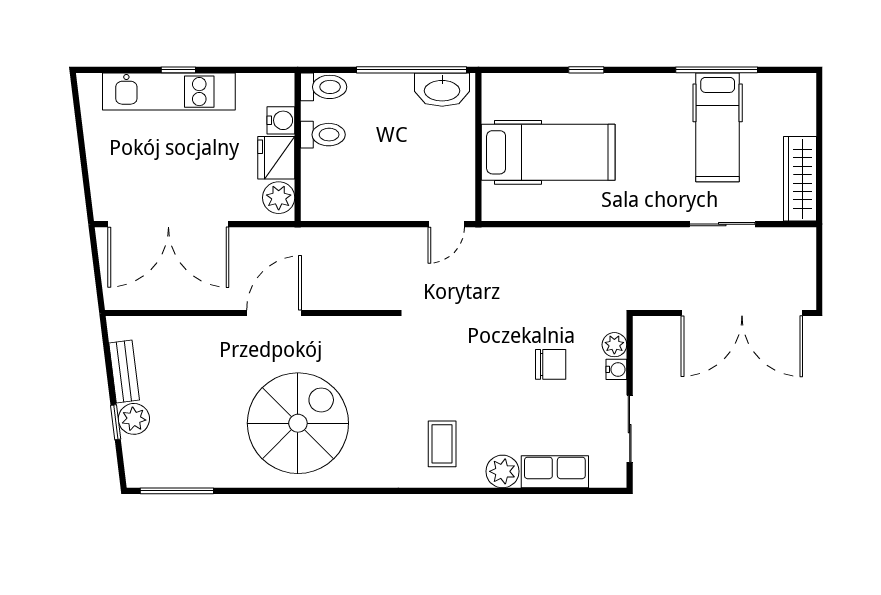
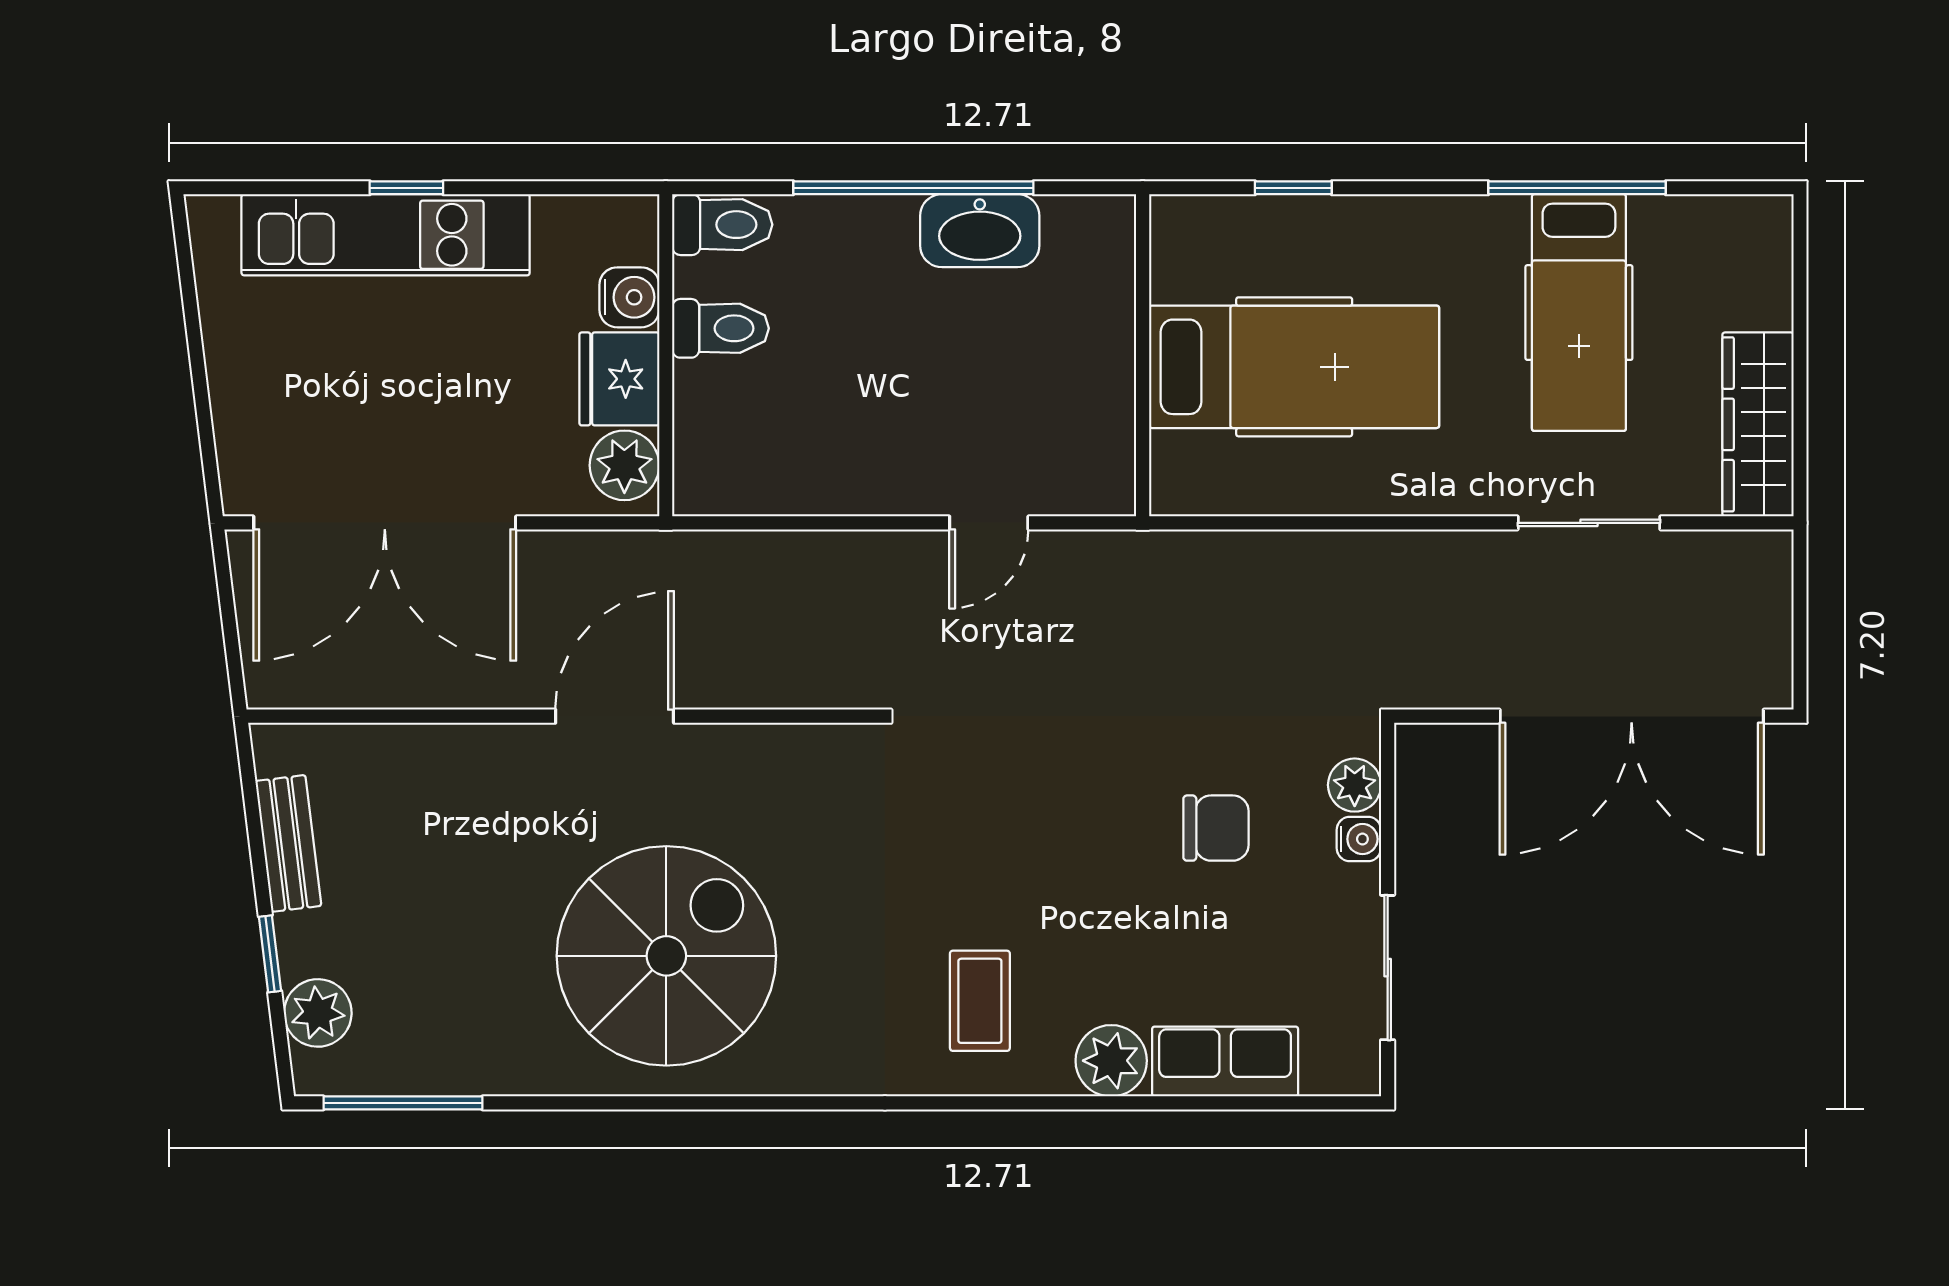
wall: (478, 147) -> (1143, 355), moved
hospital bed: (548, 152) -> (1294, 367), moved
plant: (134, 419) -> (318, 1013), moved

